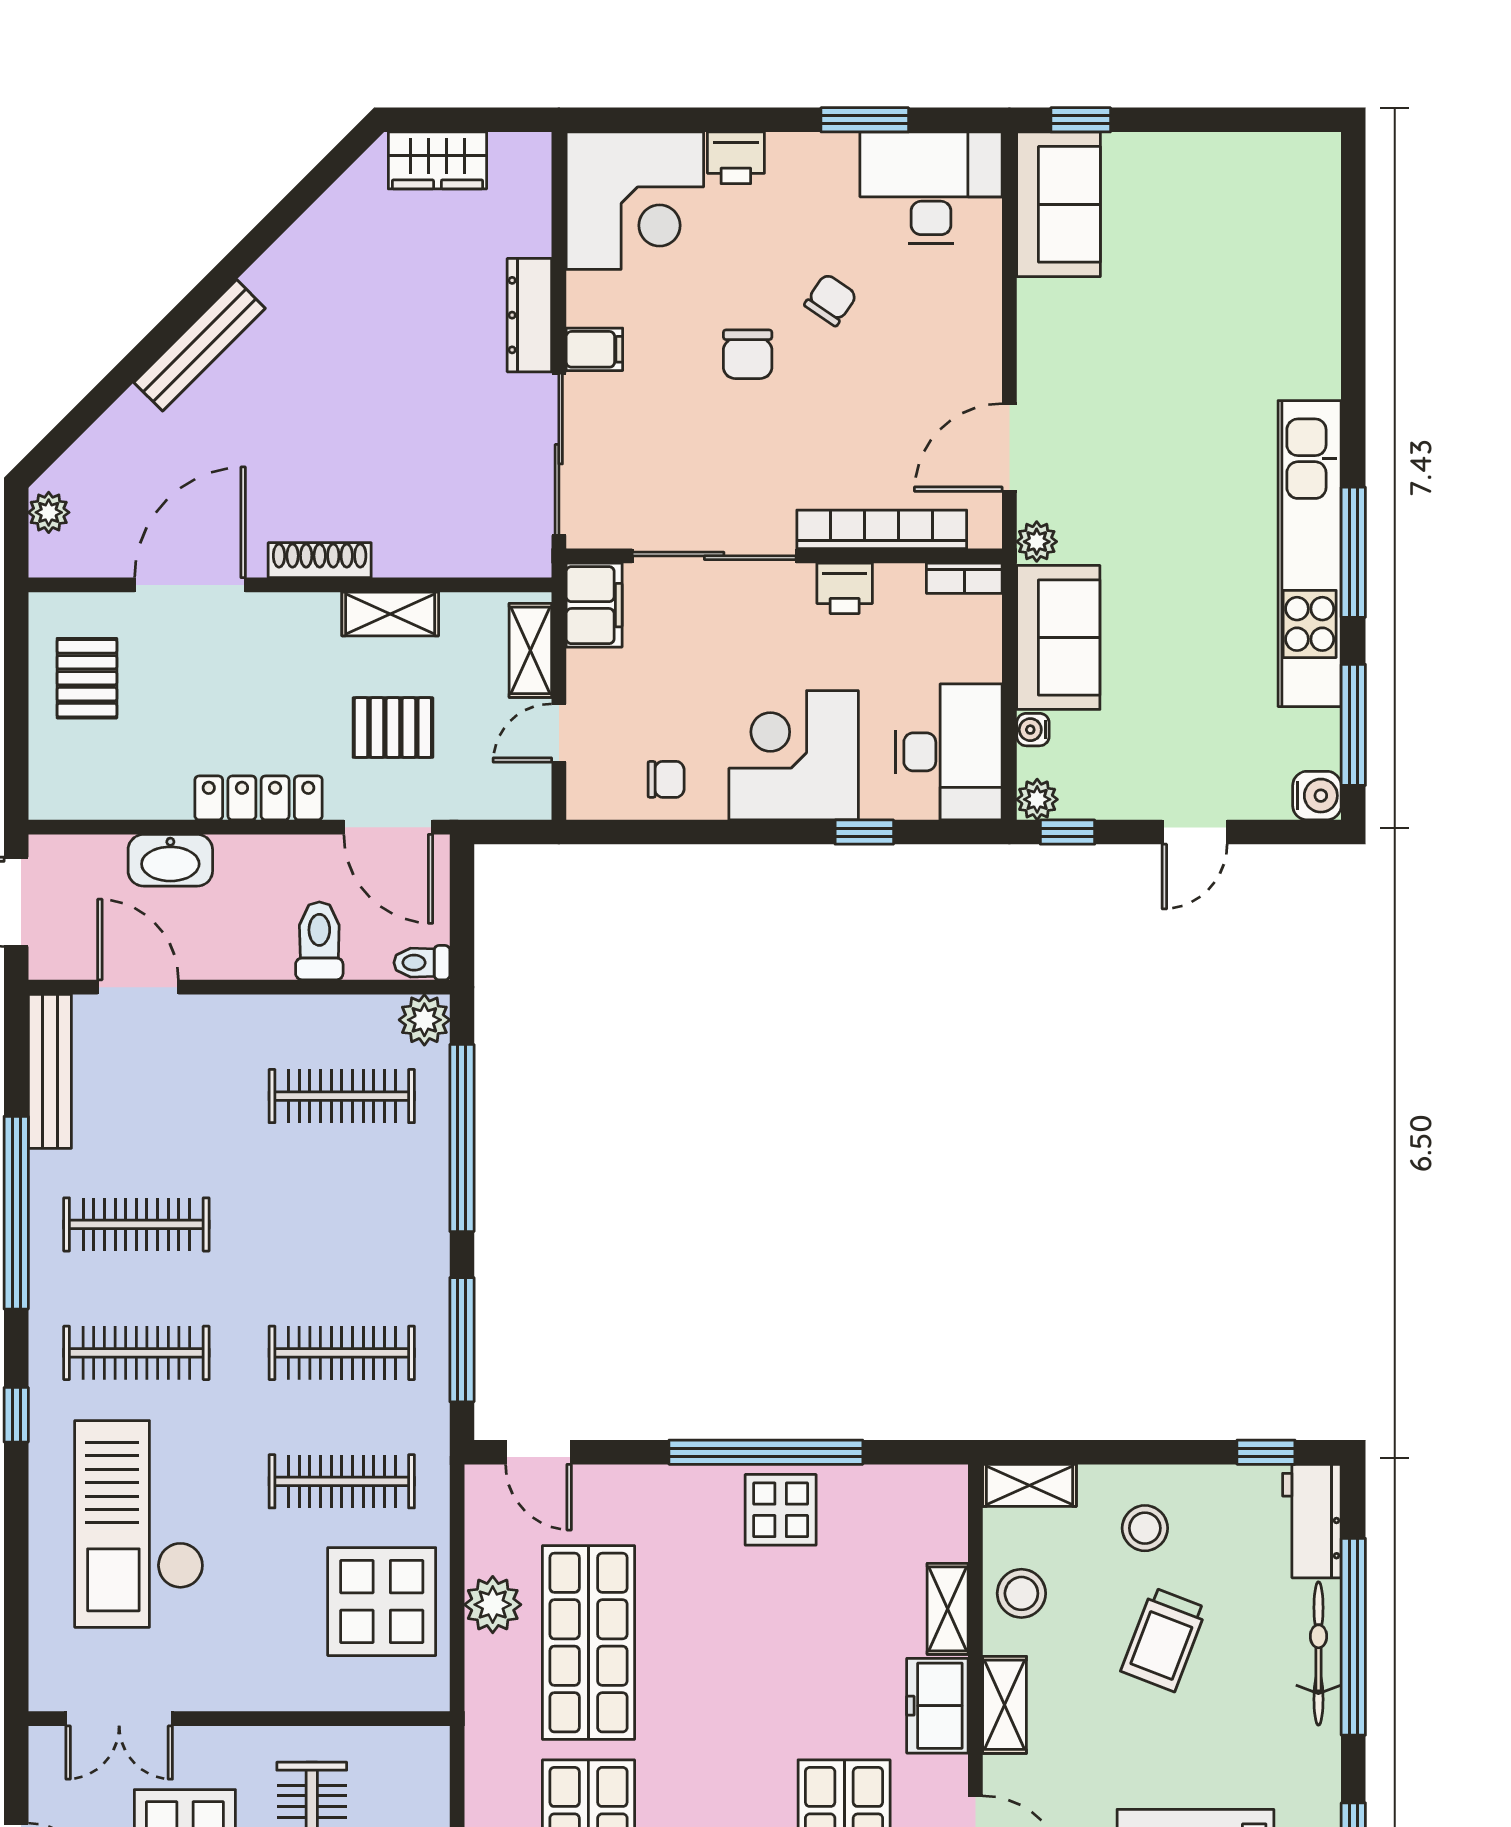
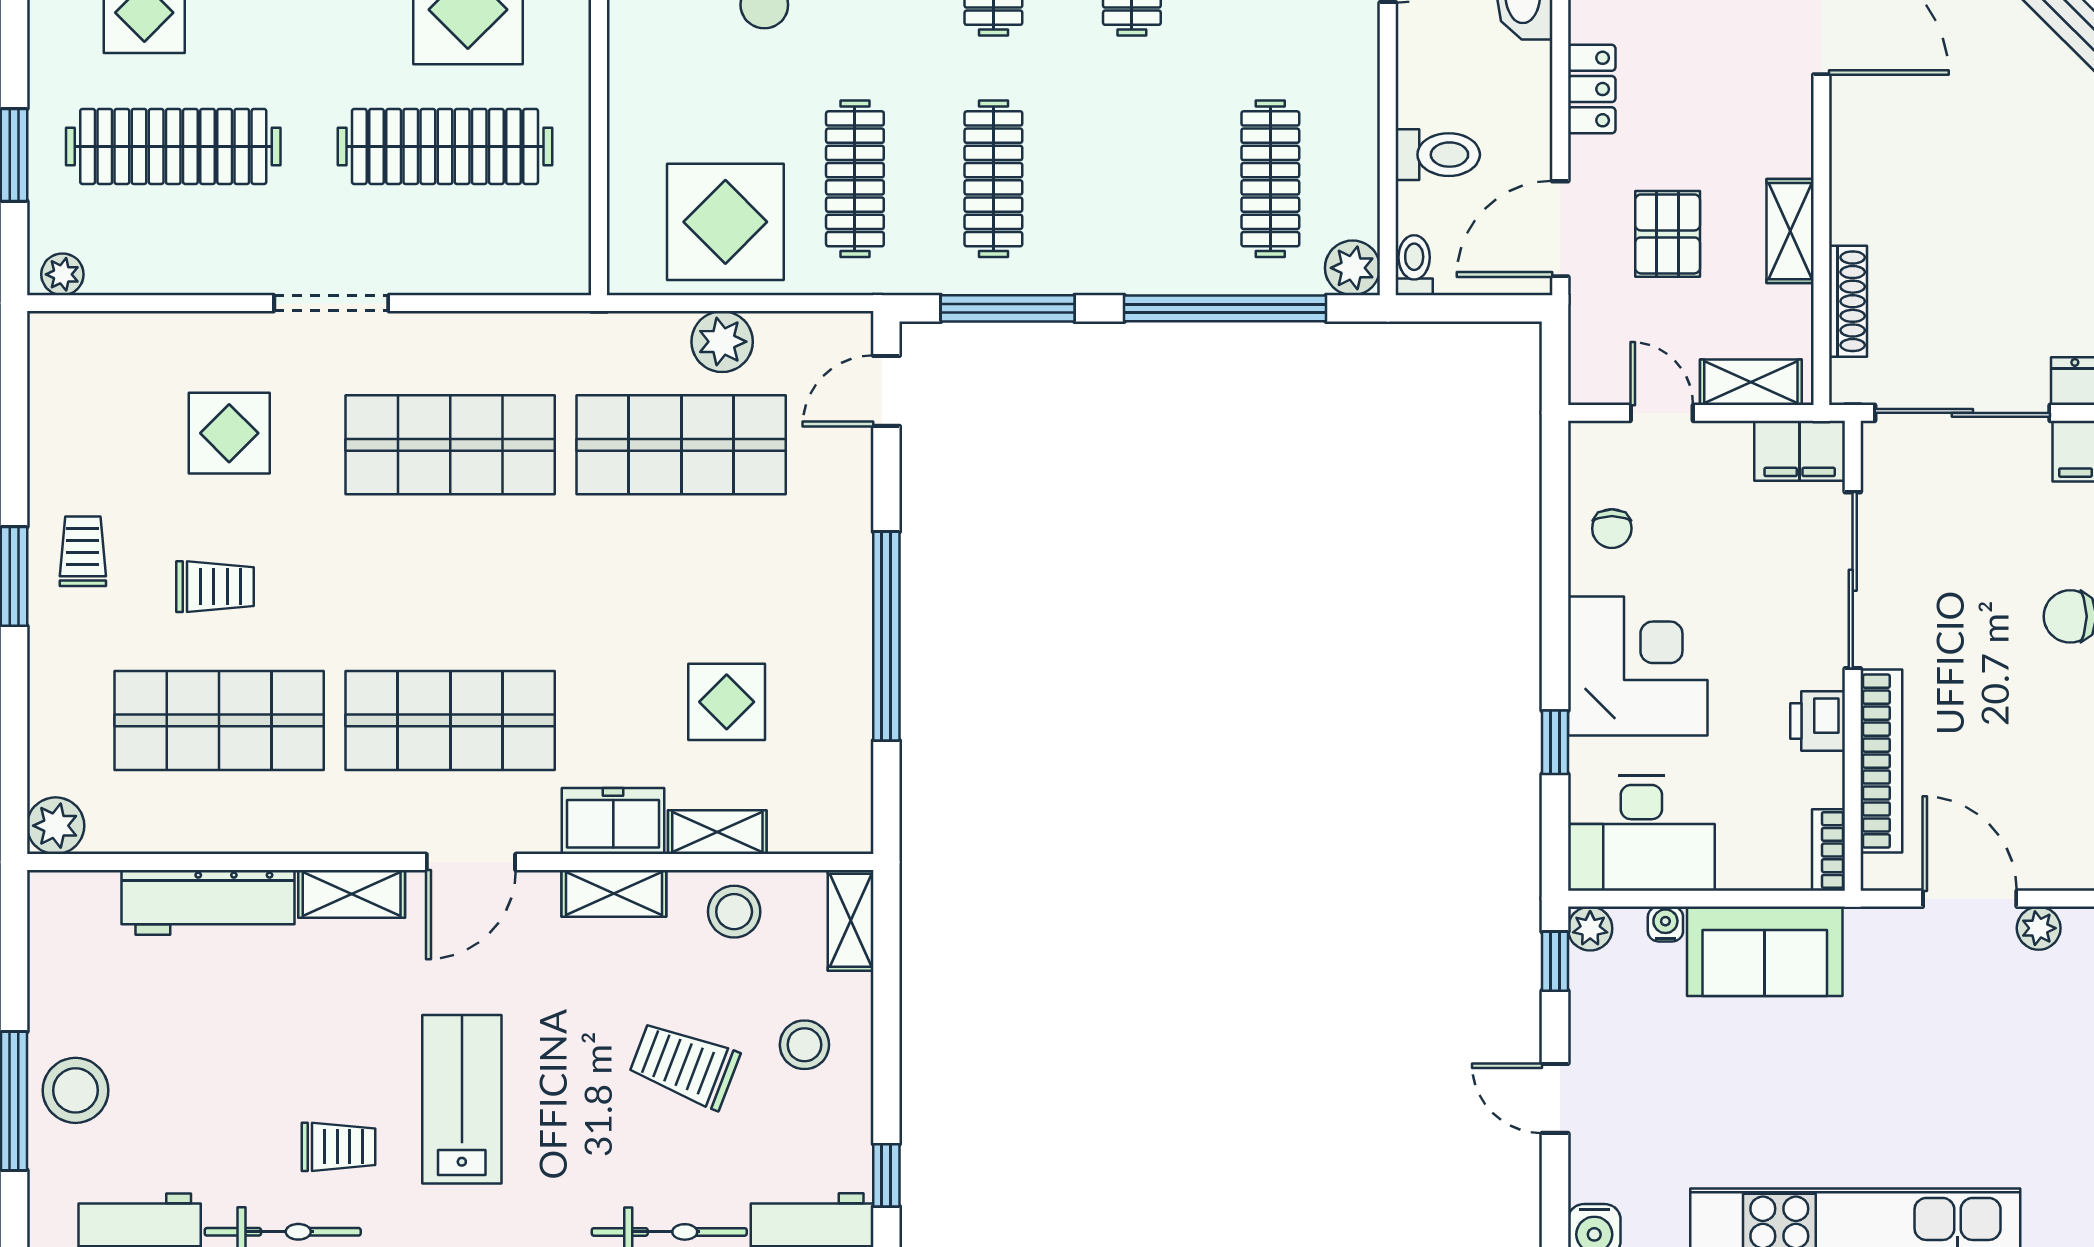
plant: (1037, 542) -> (2039, 928), moved
shoe rack: (320, 560) -> (1848, 301), moved
locker: (259, 798) -> (1592, 89), width x0.66
display table: (781, 1510) -> (727, 702), moved

